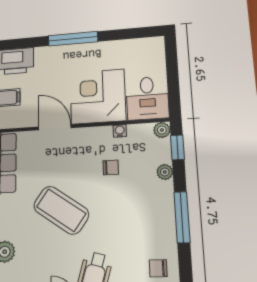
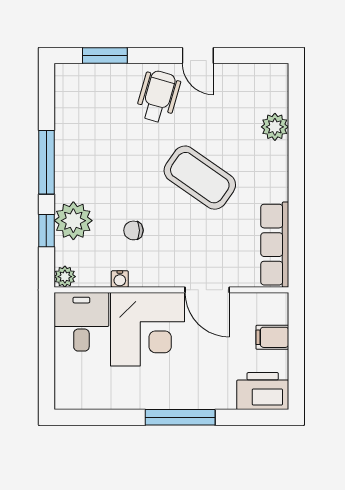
window: (177, 147) -> (46, 231), moved
plant: (165, 172) -> (73, 221), width x1.88, depth x1.88
chair: (158, 268) -> (79, 101), removed

